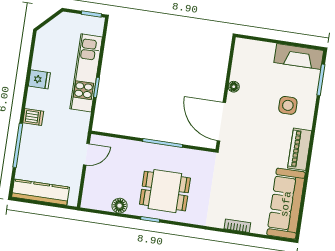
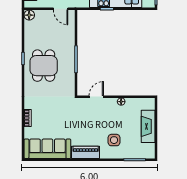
fireplace: (299, 57) -> (148, 126), moved
door: (221, 122) -> (96, 97), width x0.53
floor lamp: (119, 206) -> (29, 15), moved

